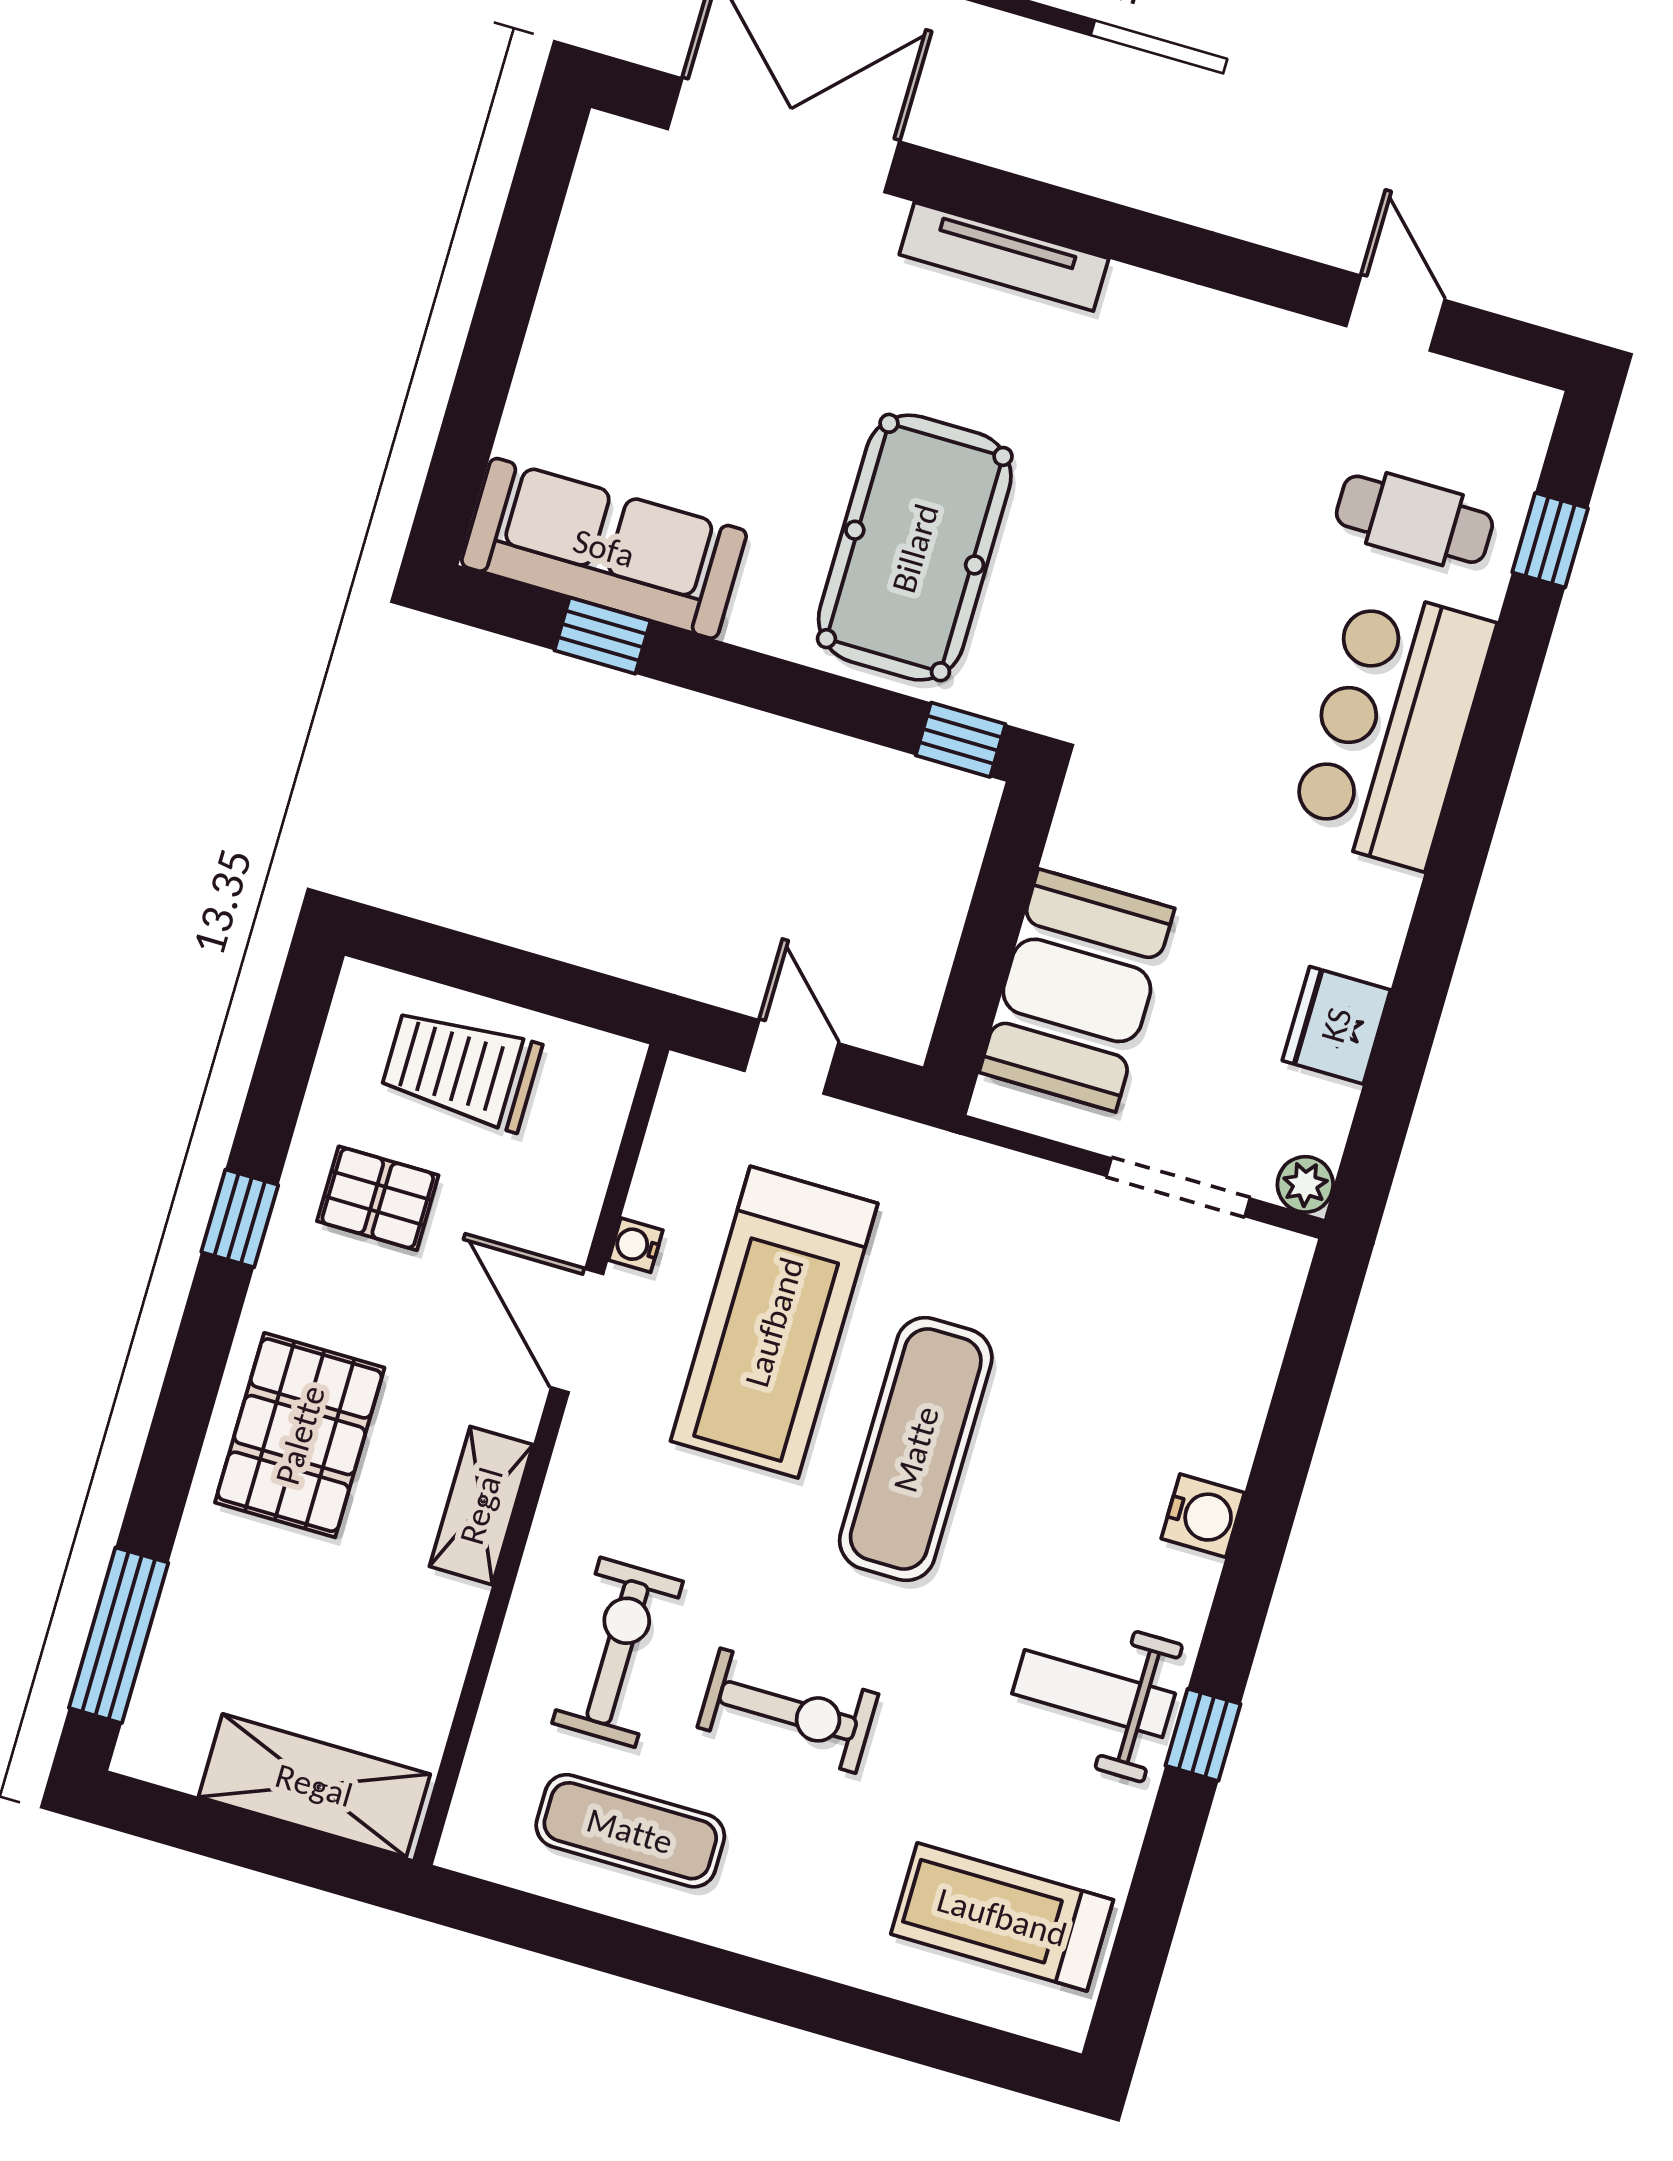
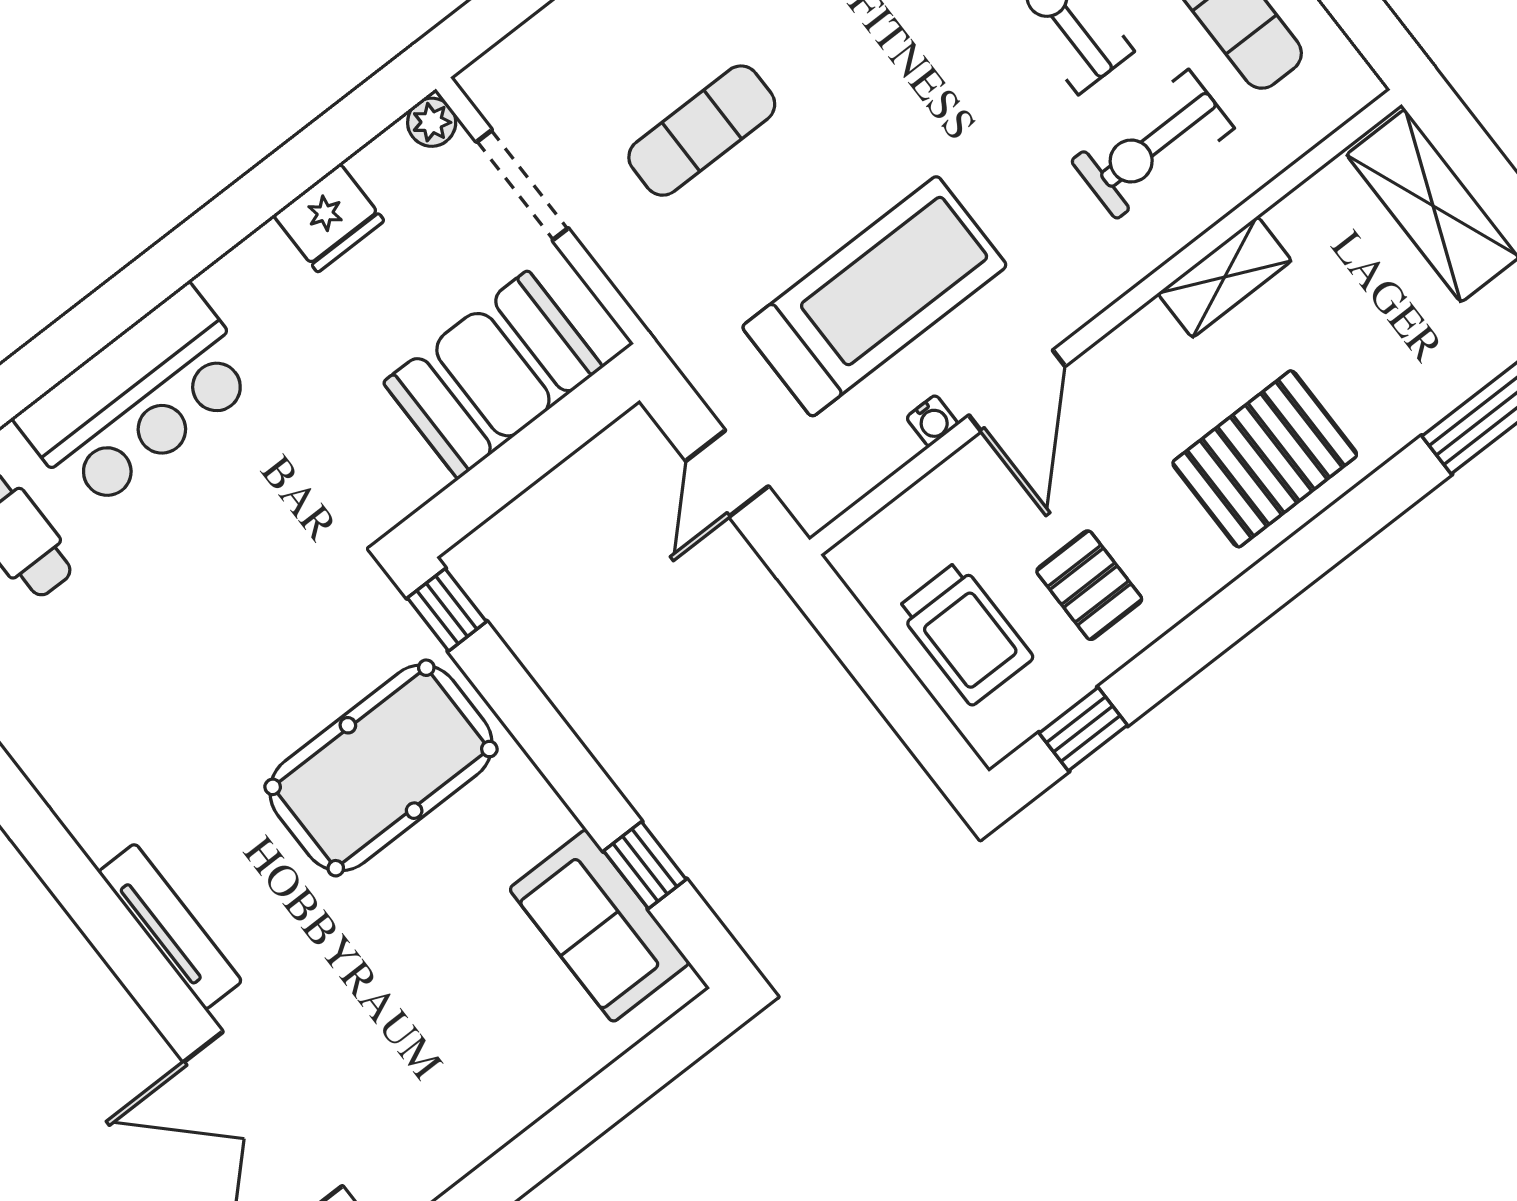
sofa: (604, 548) -> (599, 926), width x0.73
window: (240, 1218) -> (1083, 729), moved
exercise mat: (916, 1449) -> (702, 131), moved, width x0.73, depth x0.69
shelving: (481, 1506) -> (1225, 277), moved

